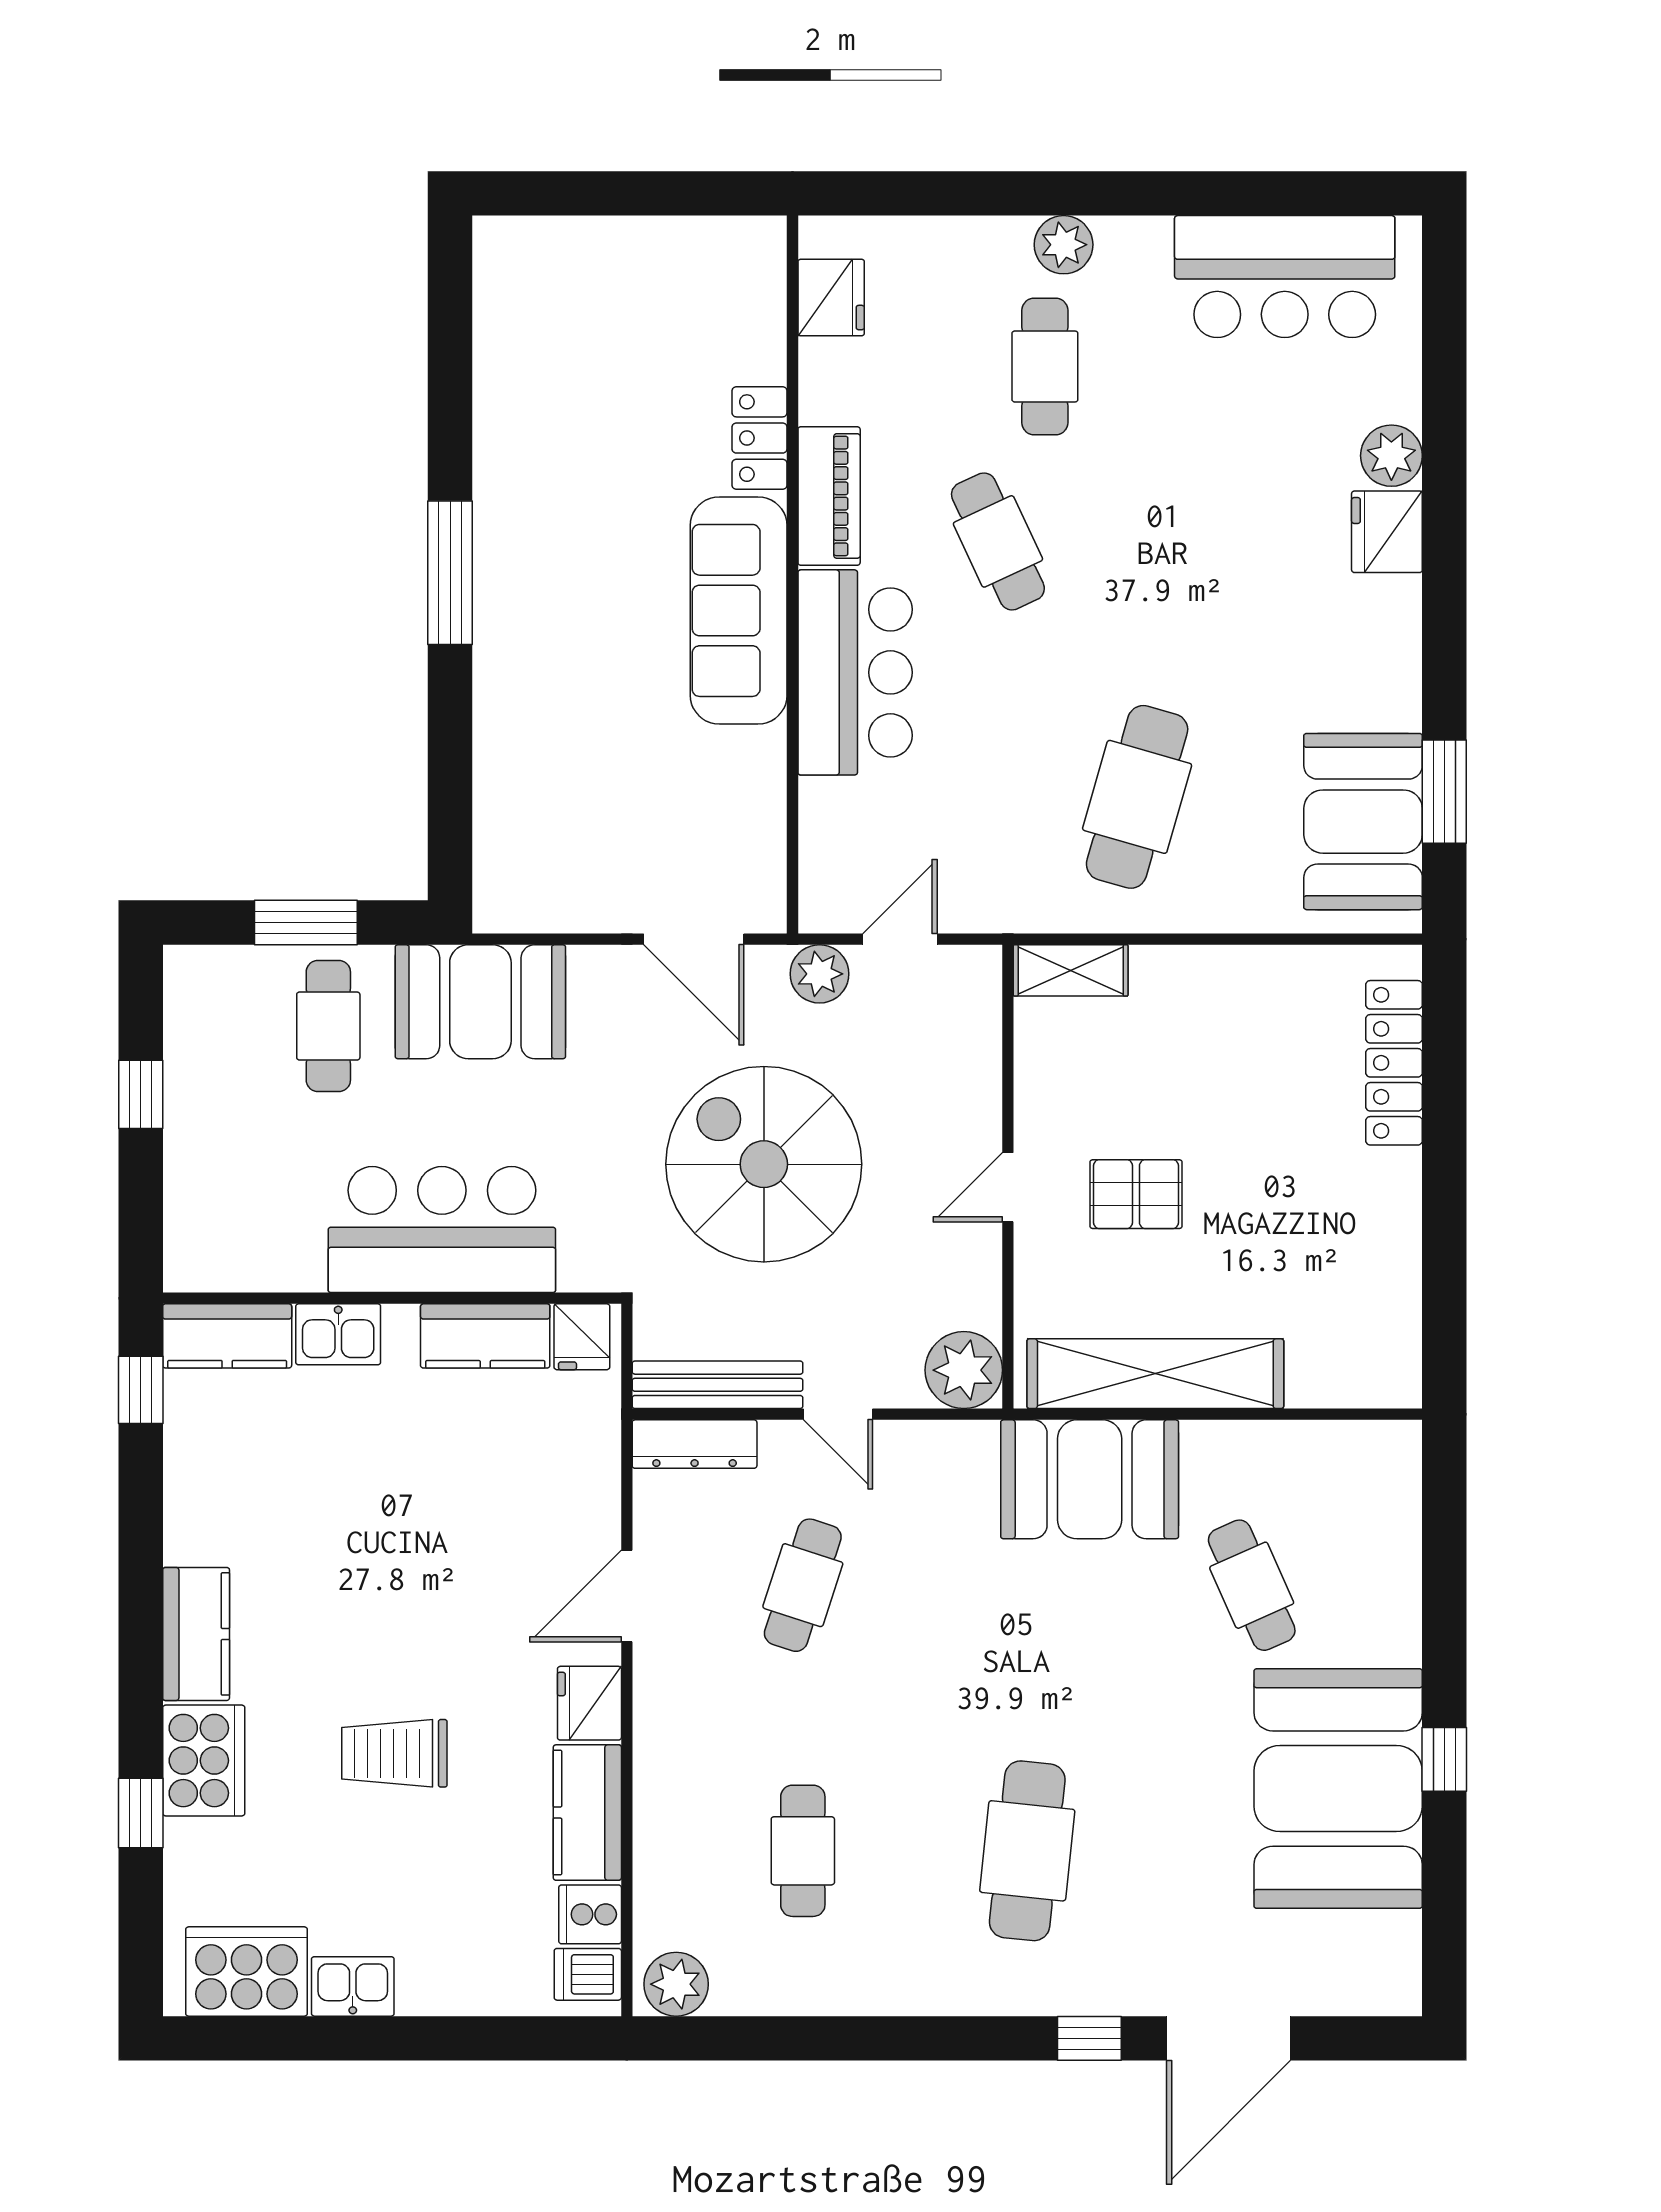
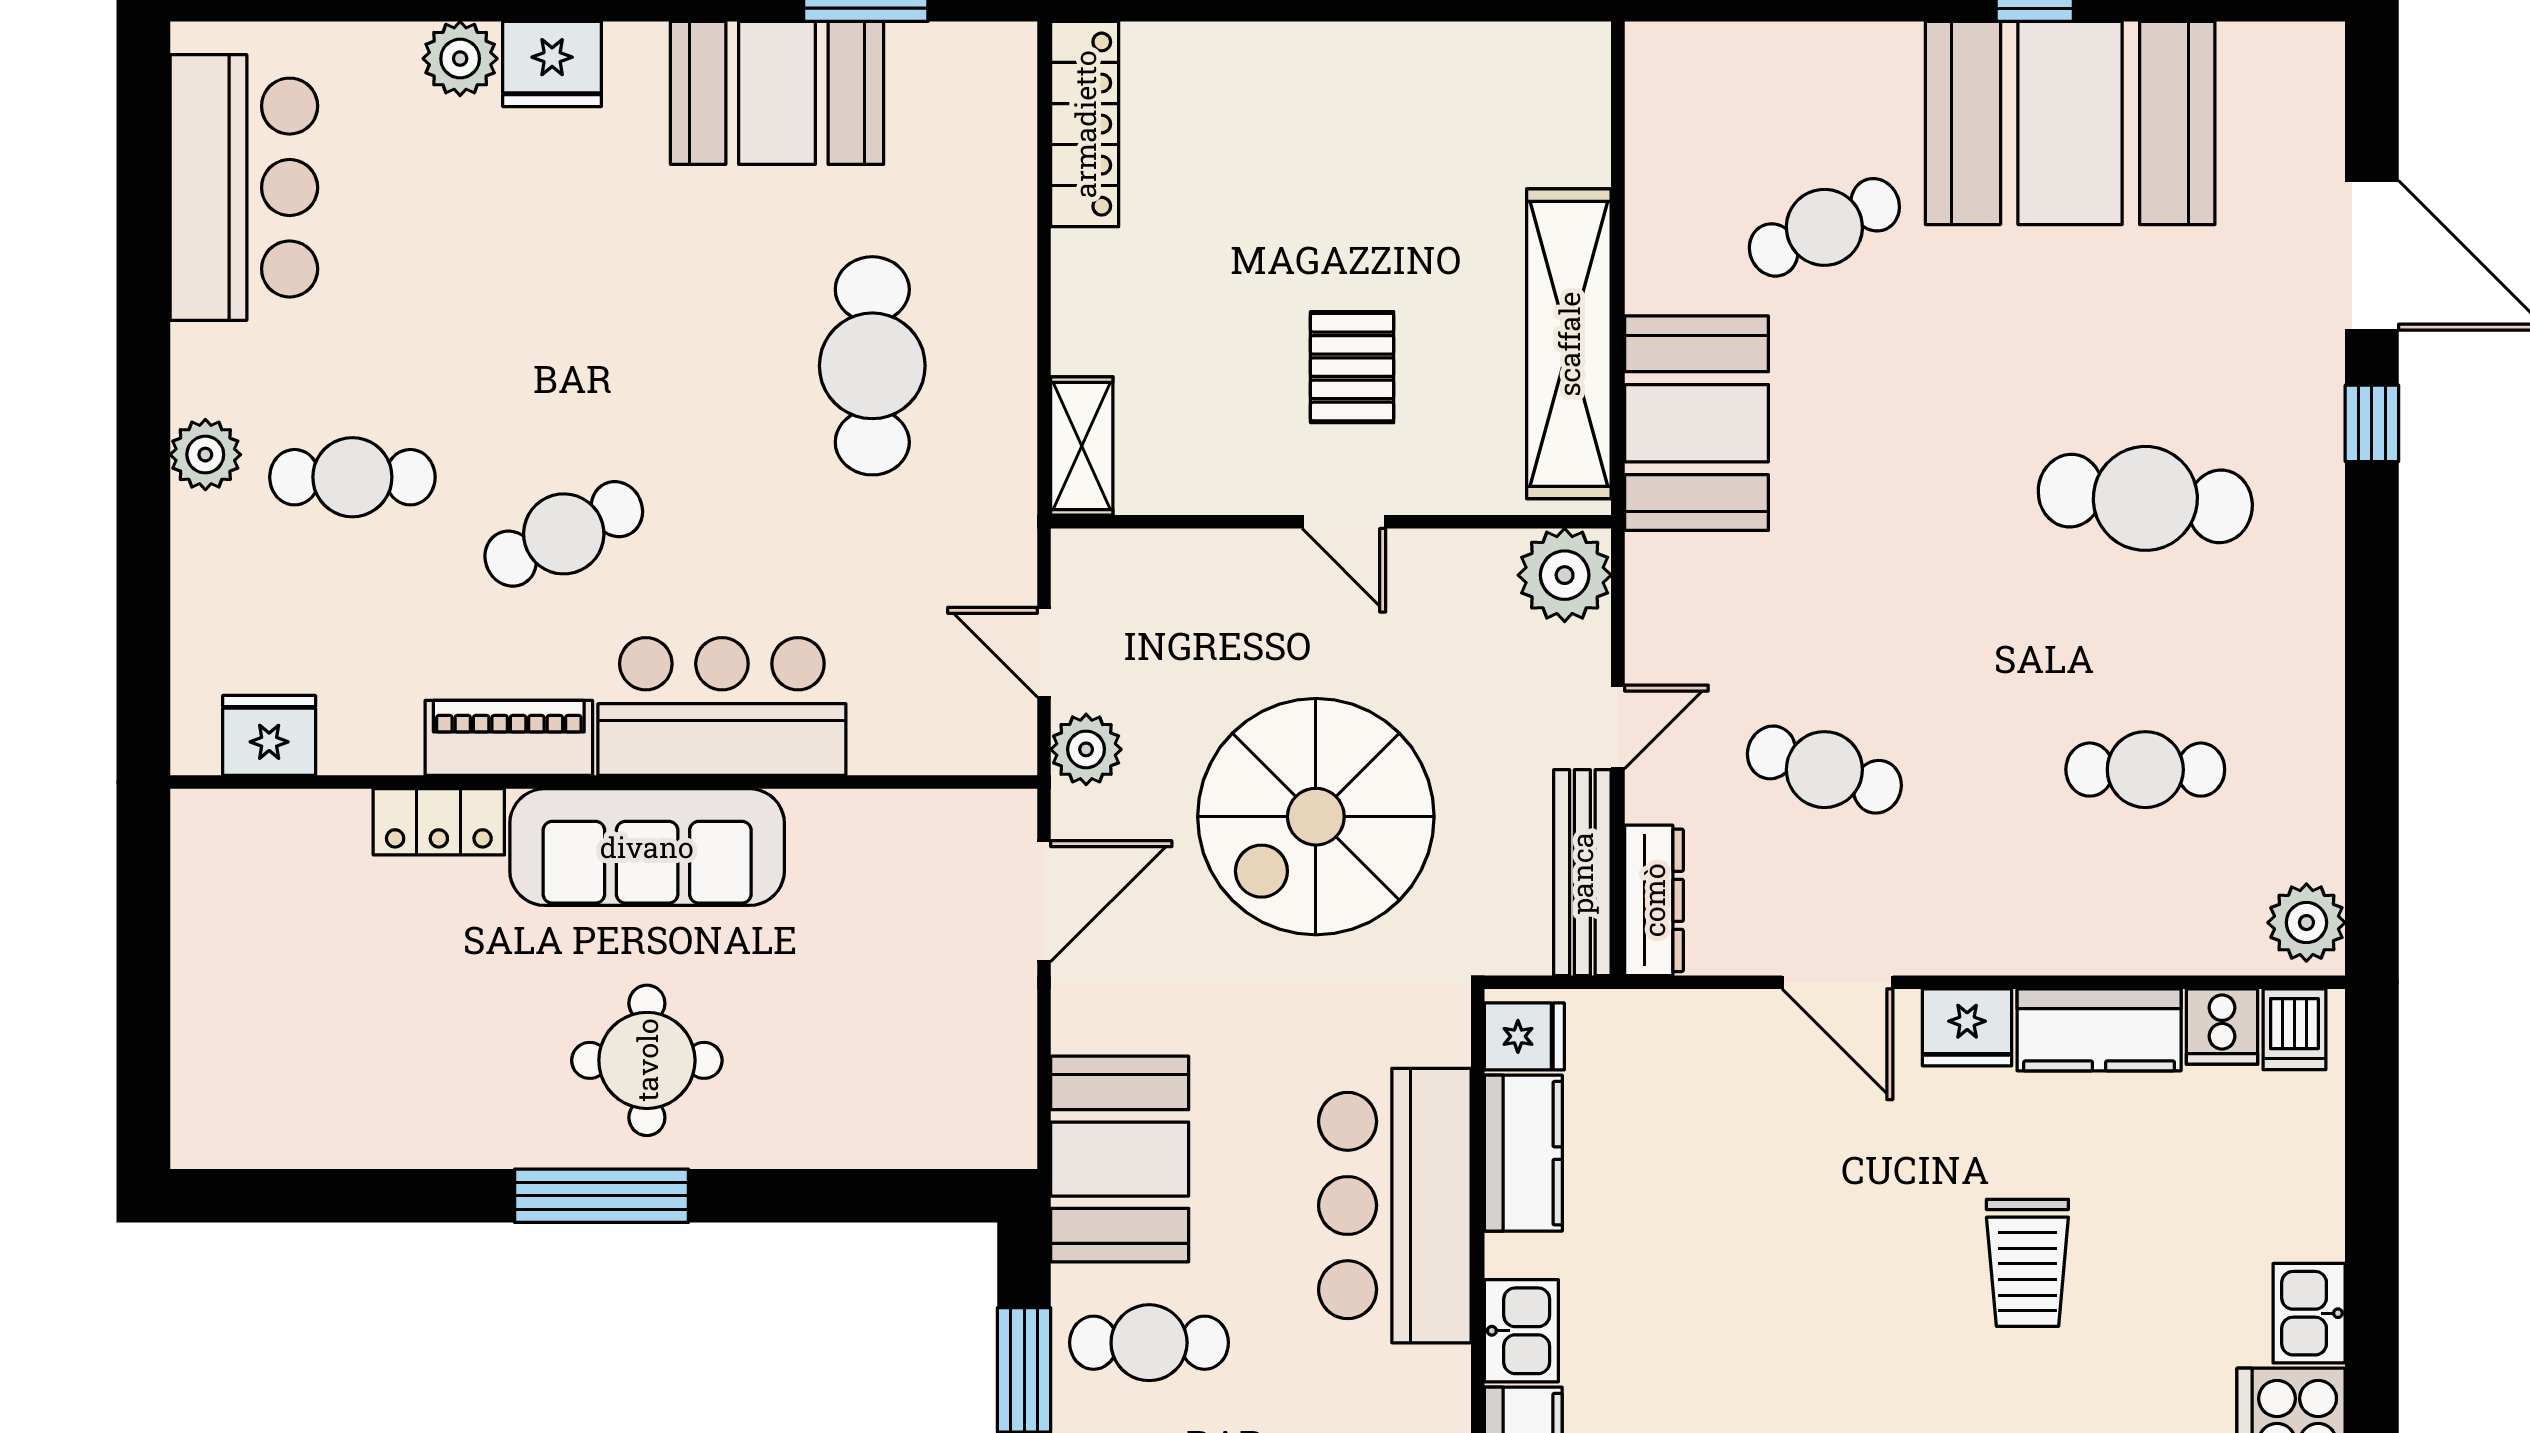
round table: (562, 610) -> (647, 1060), added
cafe table: (1137, 797) -> (872, 366), turned 74
booth: (1363, 822) -> (777, 93), moved
locker: (1394, 1063) -> (1085, 124), moved, turned -90

